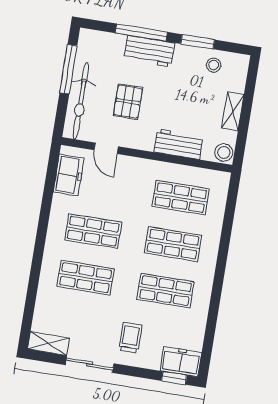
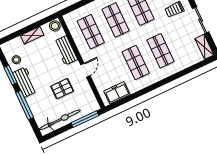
workbench: (149, 51) -> (25, 82), moved
window: (68, 69) -> (85, 119), moved
bicycle: (81, 101) -> (60, 120), moved
door: (106, 148) -> (85, 70), moved

